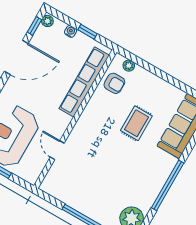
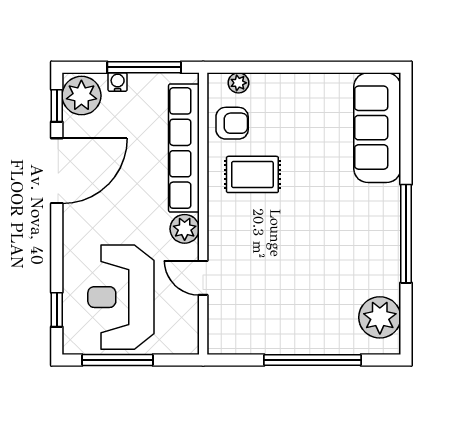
plant: (47, 21) -> (81, 96), width x1.88, depth x1.88
window: (88, 32) -> (144, 67), width x2.17
plant: (62, 121) -> (185, 229), added
rug: (136, 123) -> (252, 174), moved, turned 90

